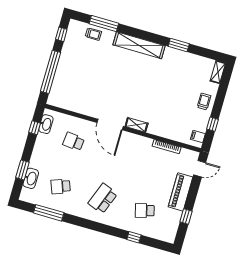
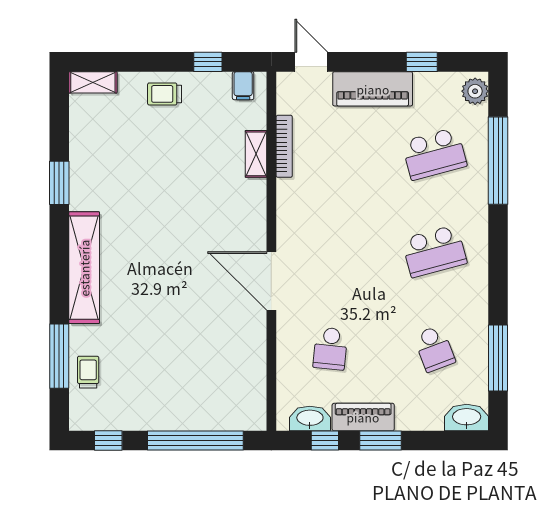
door: (110, 124) -> (271, 281), swing flipped
shelving: (137, 125) -> (256, 154), moved
piano: (40, 147) -> (363, 417), added
window: (22, 170) -> (381, 441), moved
washbasin: (31, 178) -> (467, 417), moved
school desk: (103, 198) -> (434, 251), turned -36
school desk: (145, 211) -> (434, 154), width x1.85
plant: (167, 236) -> (475, 91), added
window: (134, 237) -> (498, 161), width x3.17

